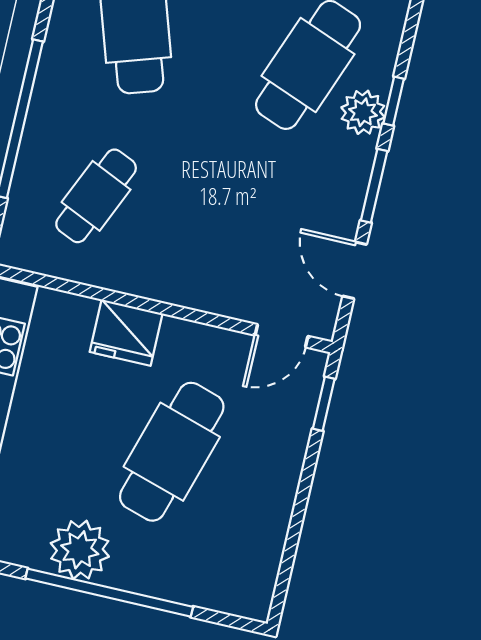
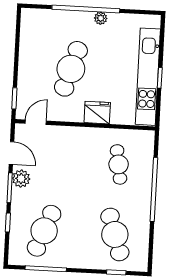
plant: (363, 112) -> (21, 179), moved
cafe table: (96, 196) -> (119, 164), turned -33
plant: (80, 550) -> (101, 18), width x0.53, depth x0.53

